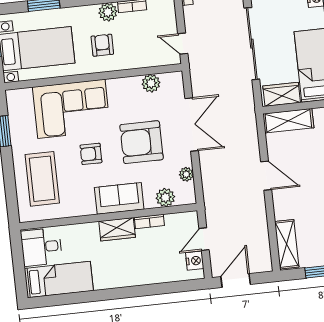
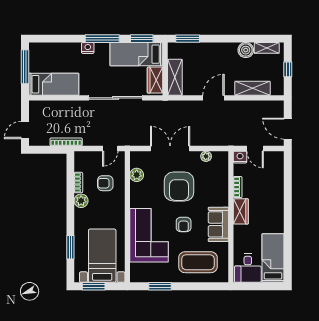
armchair: (102, 45) -> (105, 183), moved
plant: (165, 197) -> (221, 173), removed
sofa: (119, 198) -> (218, 224), moved
shelving: (287, 244) -> (253, 88), moved
nightstand: (195, 261) -> (240, 157), moved

